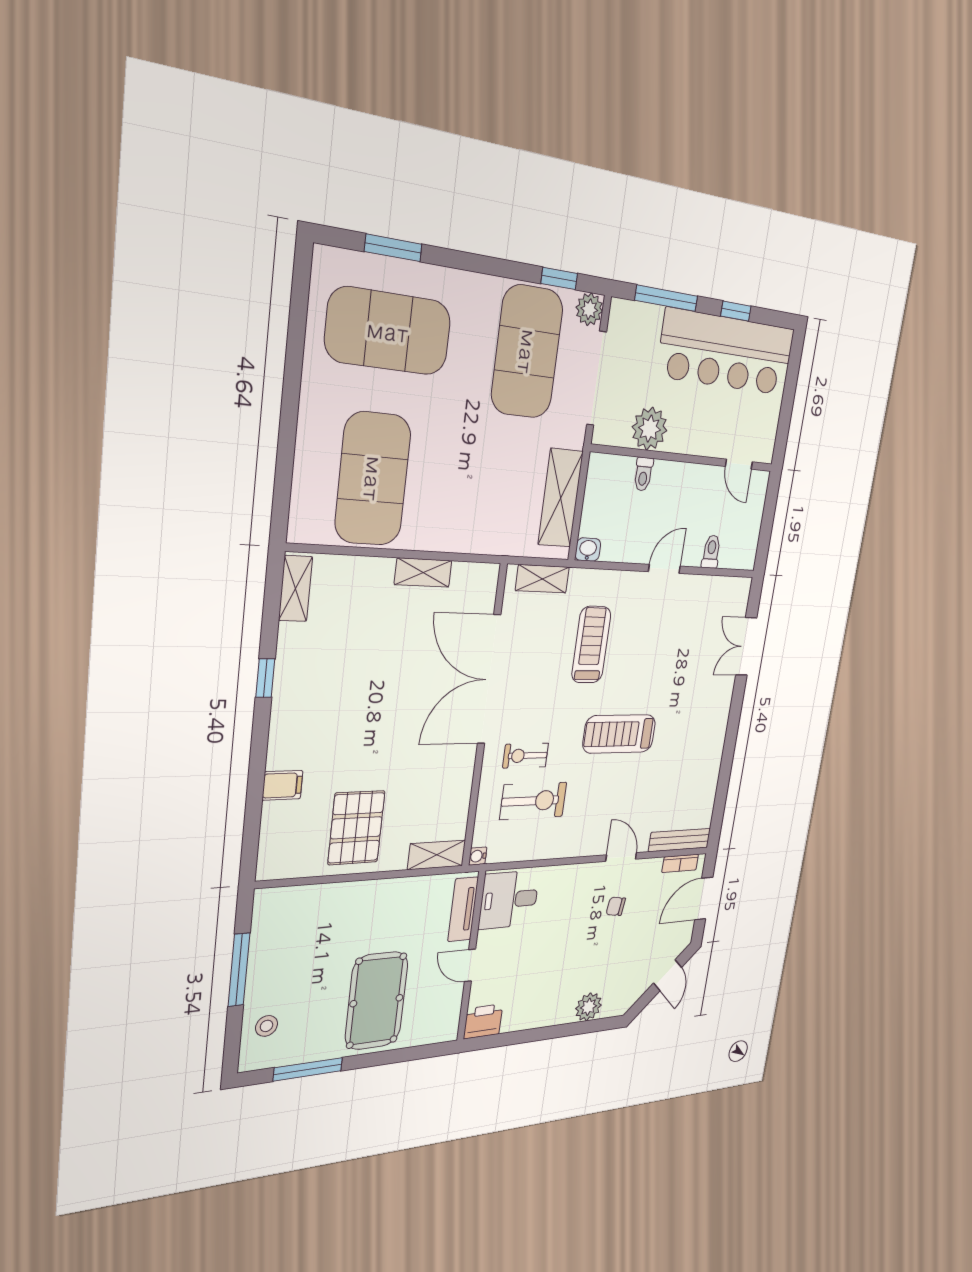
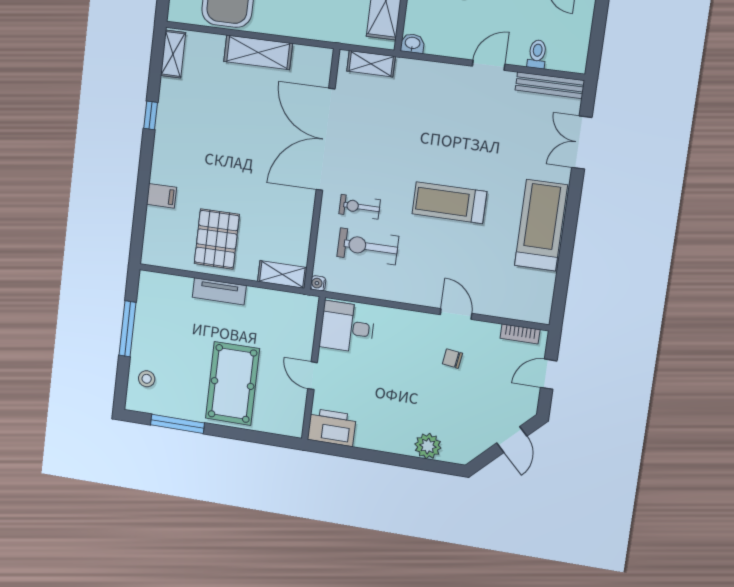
shelving: (423, 572) -> (258, 52), width x1.50, depth x1.33
treadmill: (591, 645) -> (541, 225), moved, width x1.37, depth x1.38
exercise bike: (533, 801) -> (368, 246), turned 180
bench: (680, 840) -> (550, 85), moved
door: (704, 899) -> (549, 374), width x0.73
tv unit: (463, 909) -> (219, 291), moved, turned -90
printer: (483, 1021) -> (332, 427), width x1.37, depth x1.19

